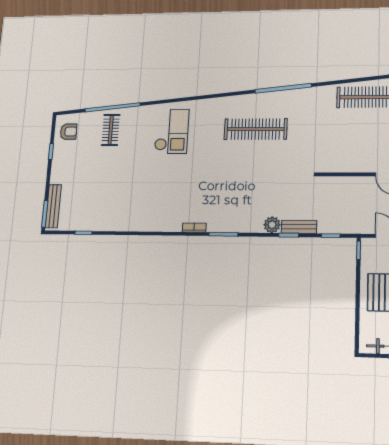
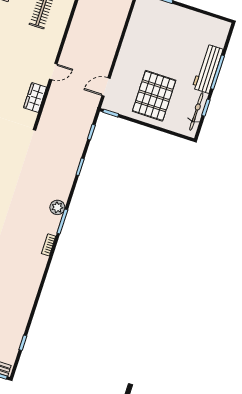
wardrobe: (350, 164) -> (35, 97), added
plant: (272, 225) -> (57, 207), moved
bench: (299, 227) -> (76, 156), removed

